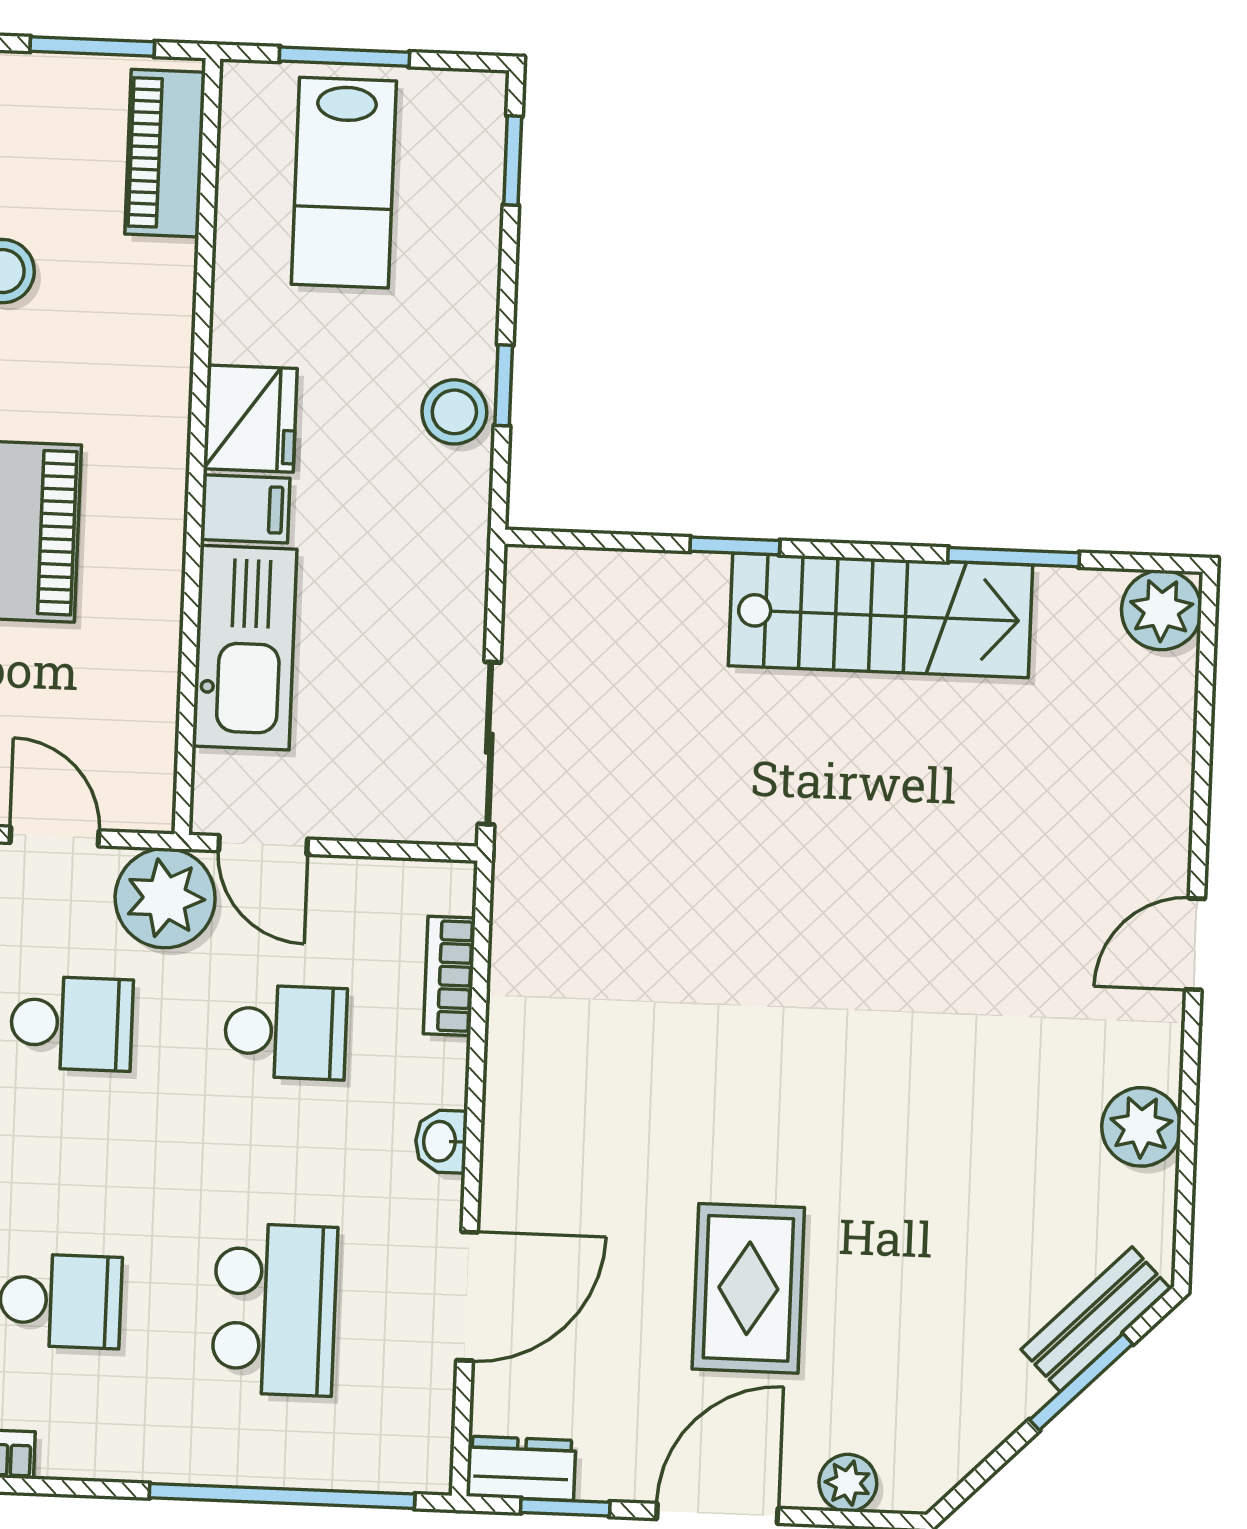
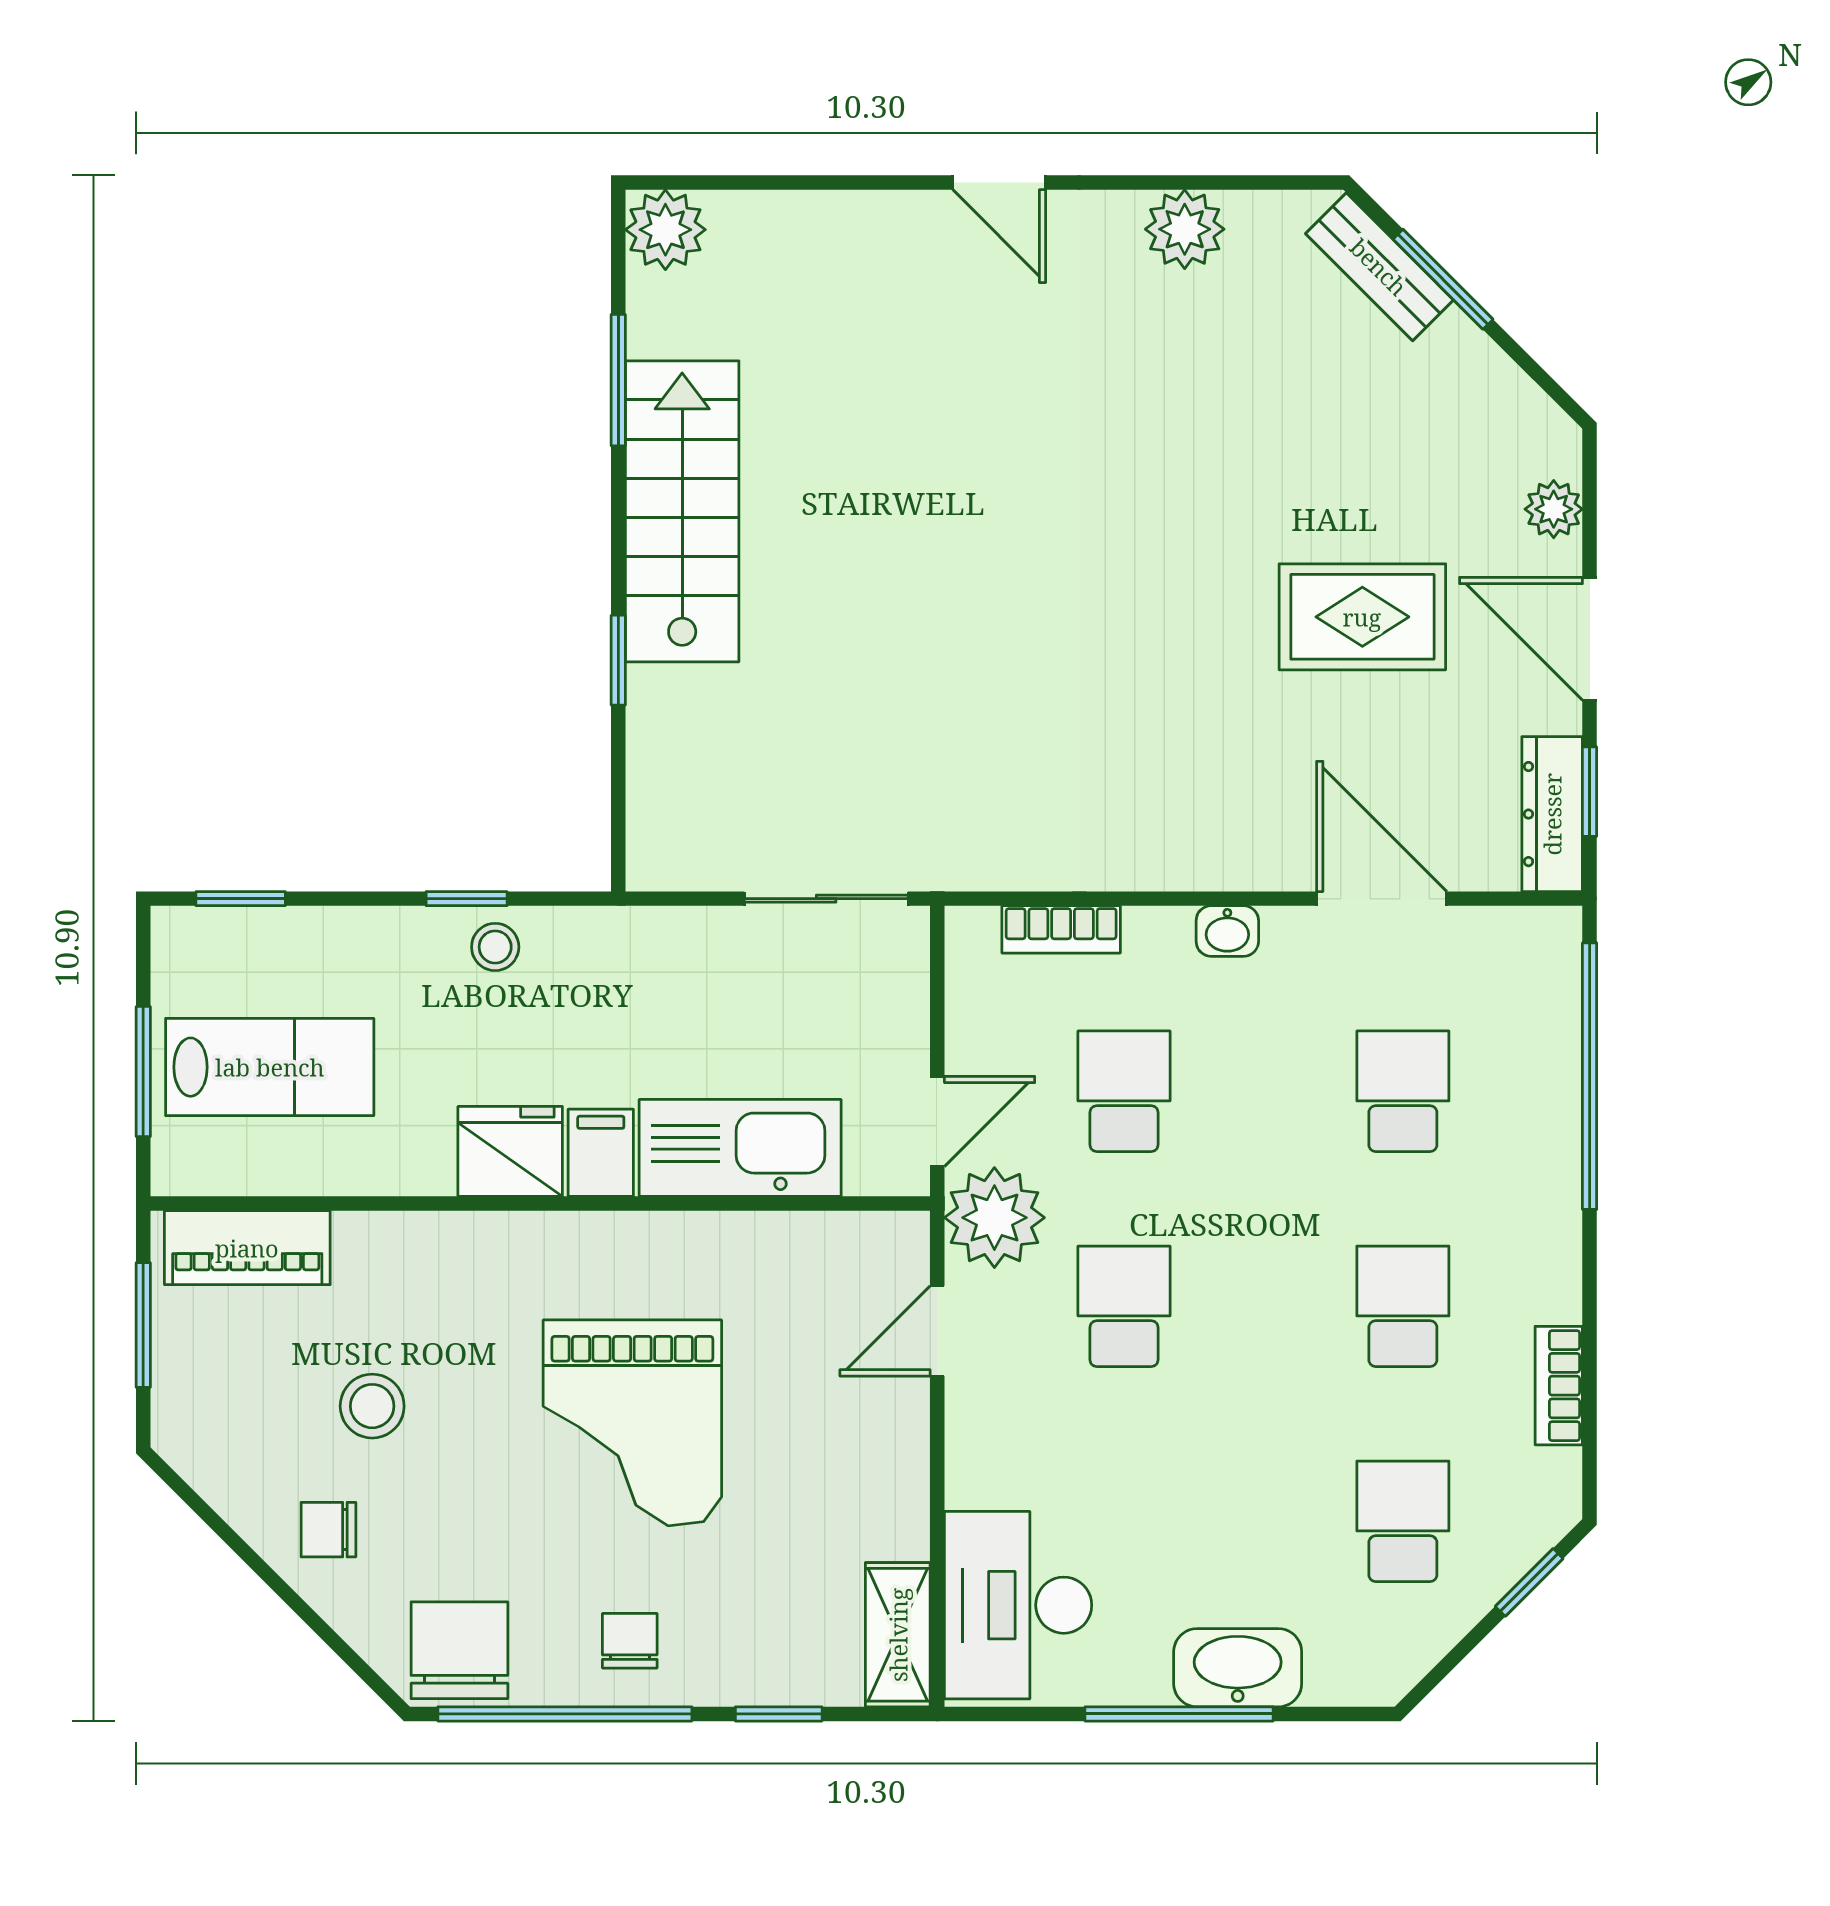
stool: (454, 412) -> (495, 947), width x0.73, depth x0.73
school desk: (274, 1310) -> (1403, 1091), width x0.54
dresser: (521, 1468) -> (1552, 814), width x1.44

